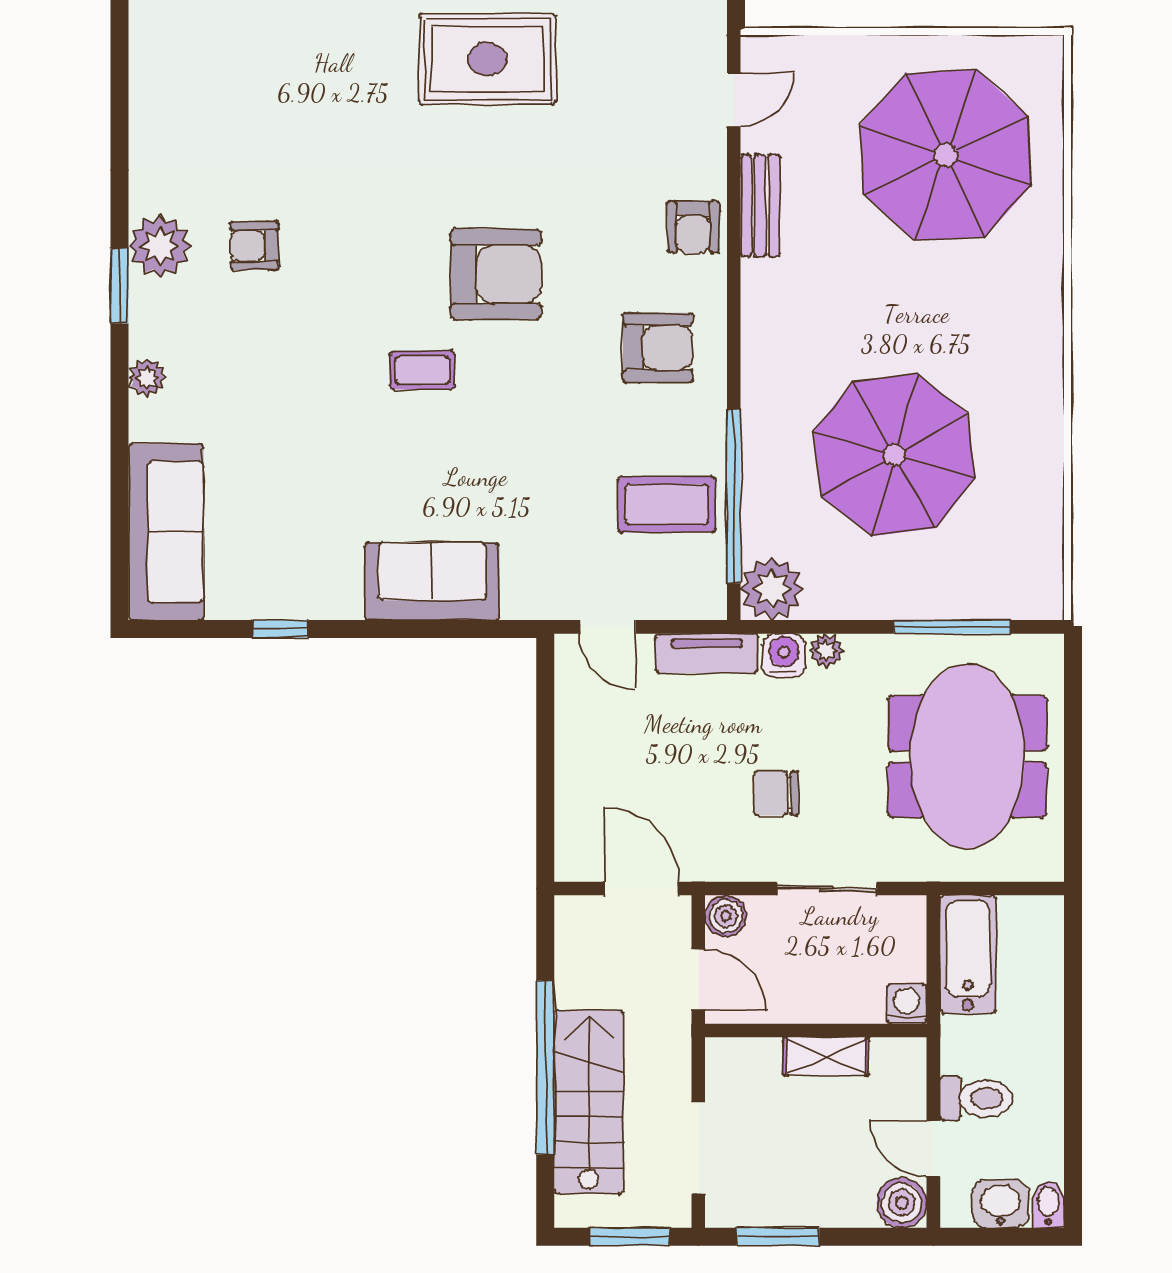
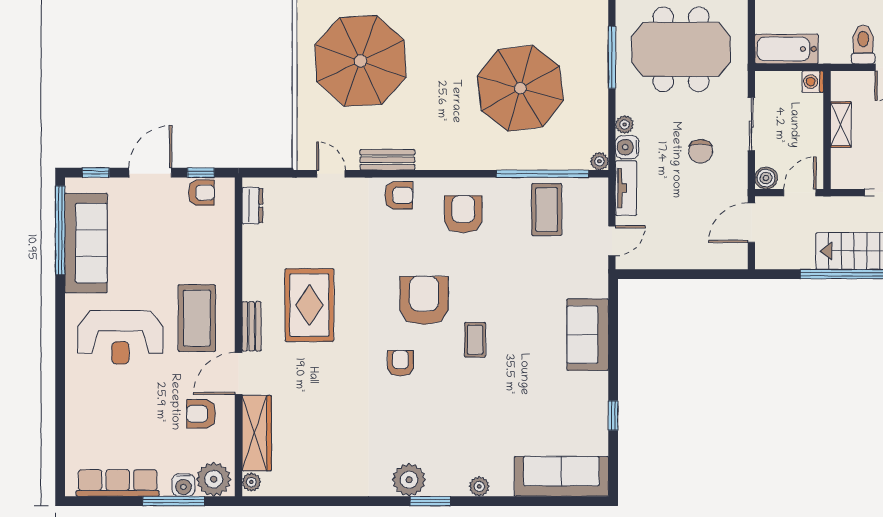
armchair: (254, 246) -> (400, 363), moved, turned 180
plant: (772, 589) -> (599, 161), width x0.53, depth x0.53

